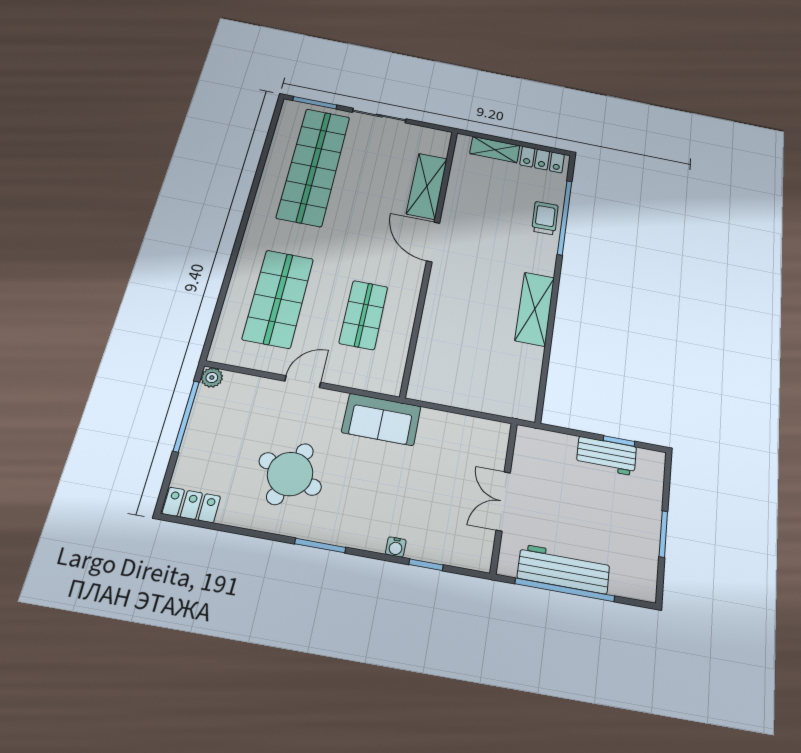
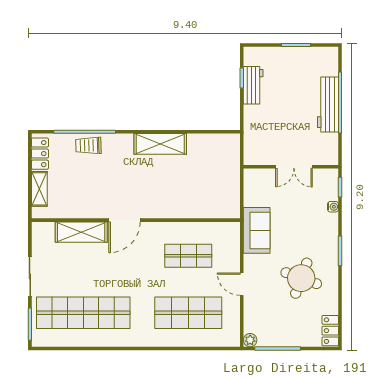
wall: (504, 496) -> (291, 167), moved
double door: (503, 501) -> (294, 167), moved

